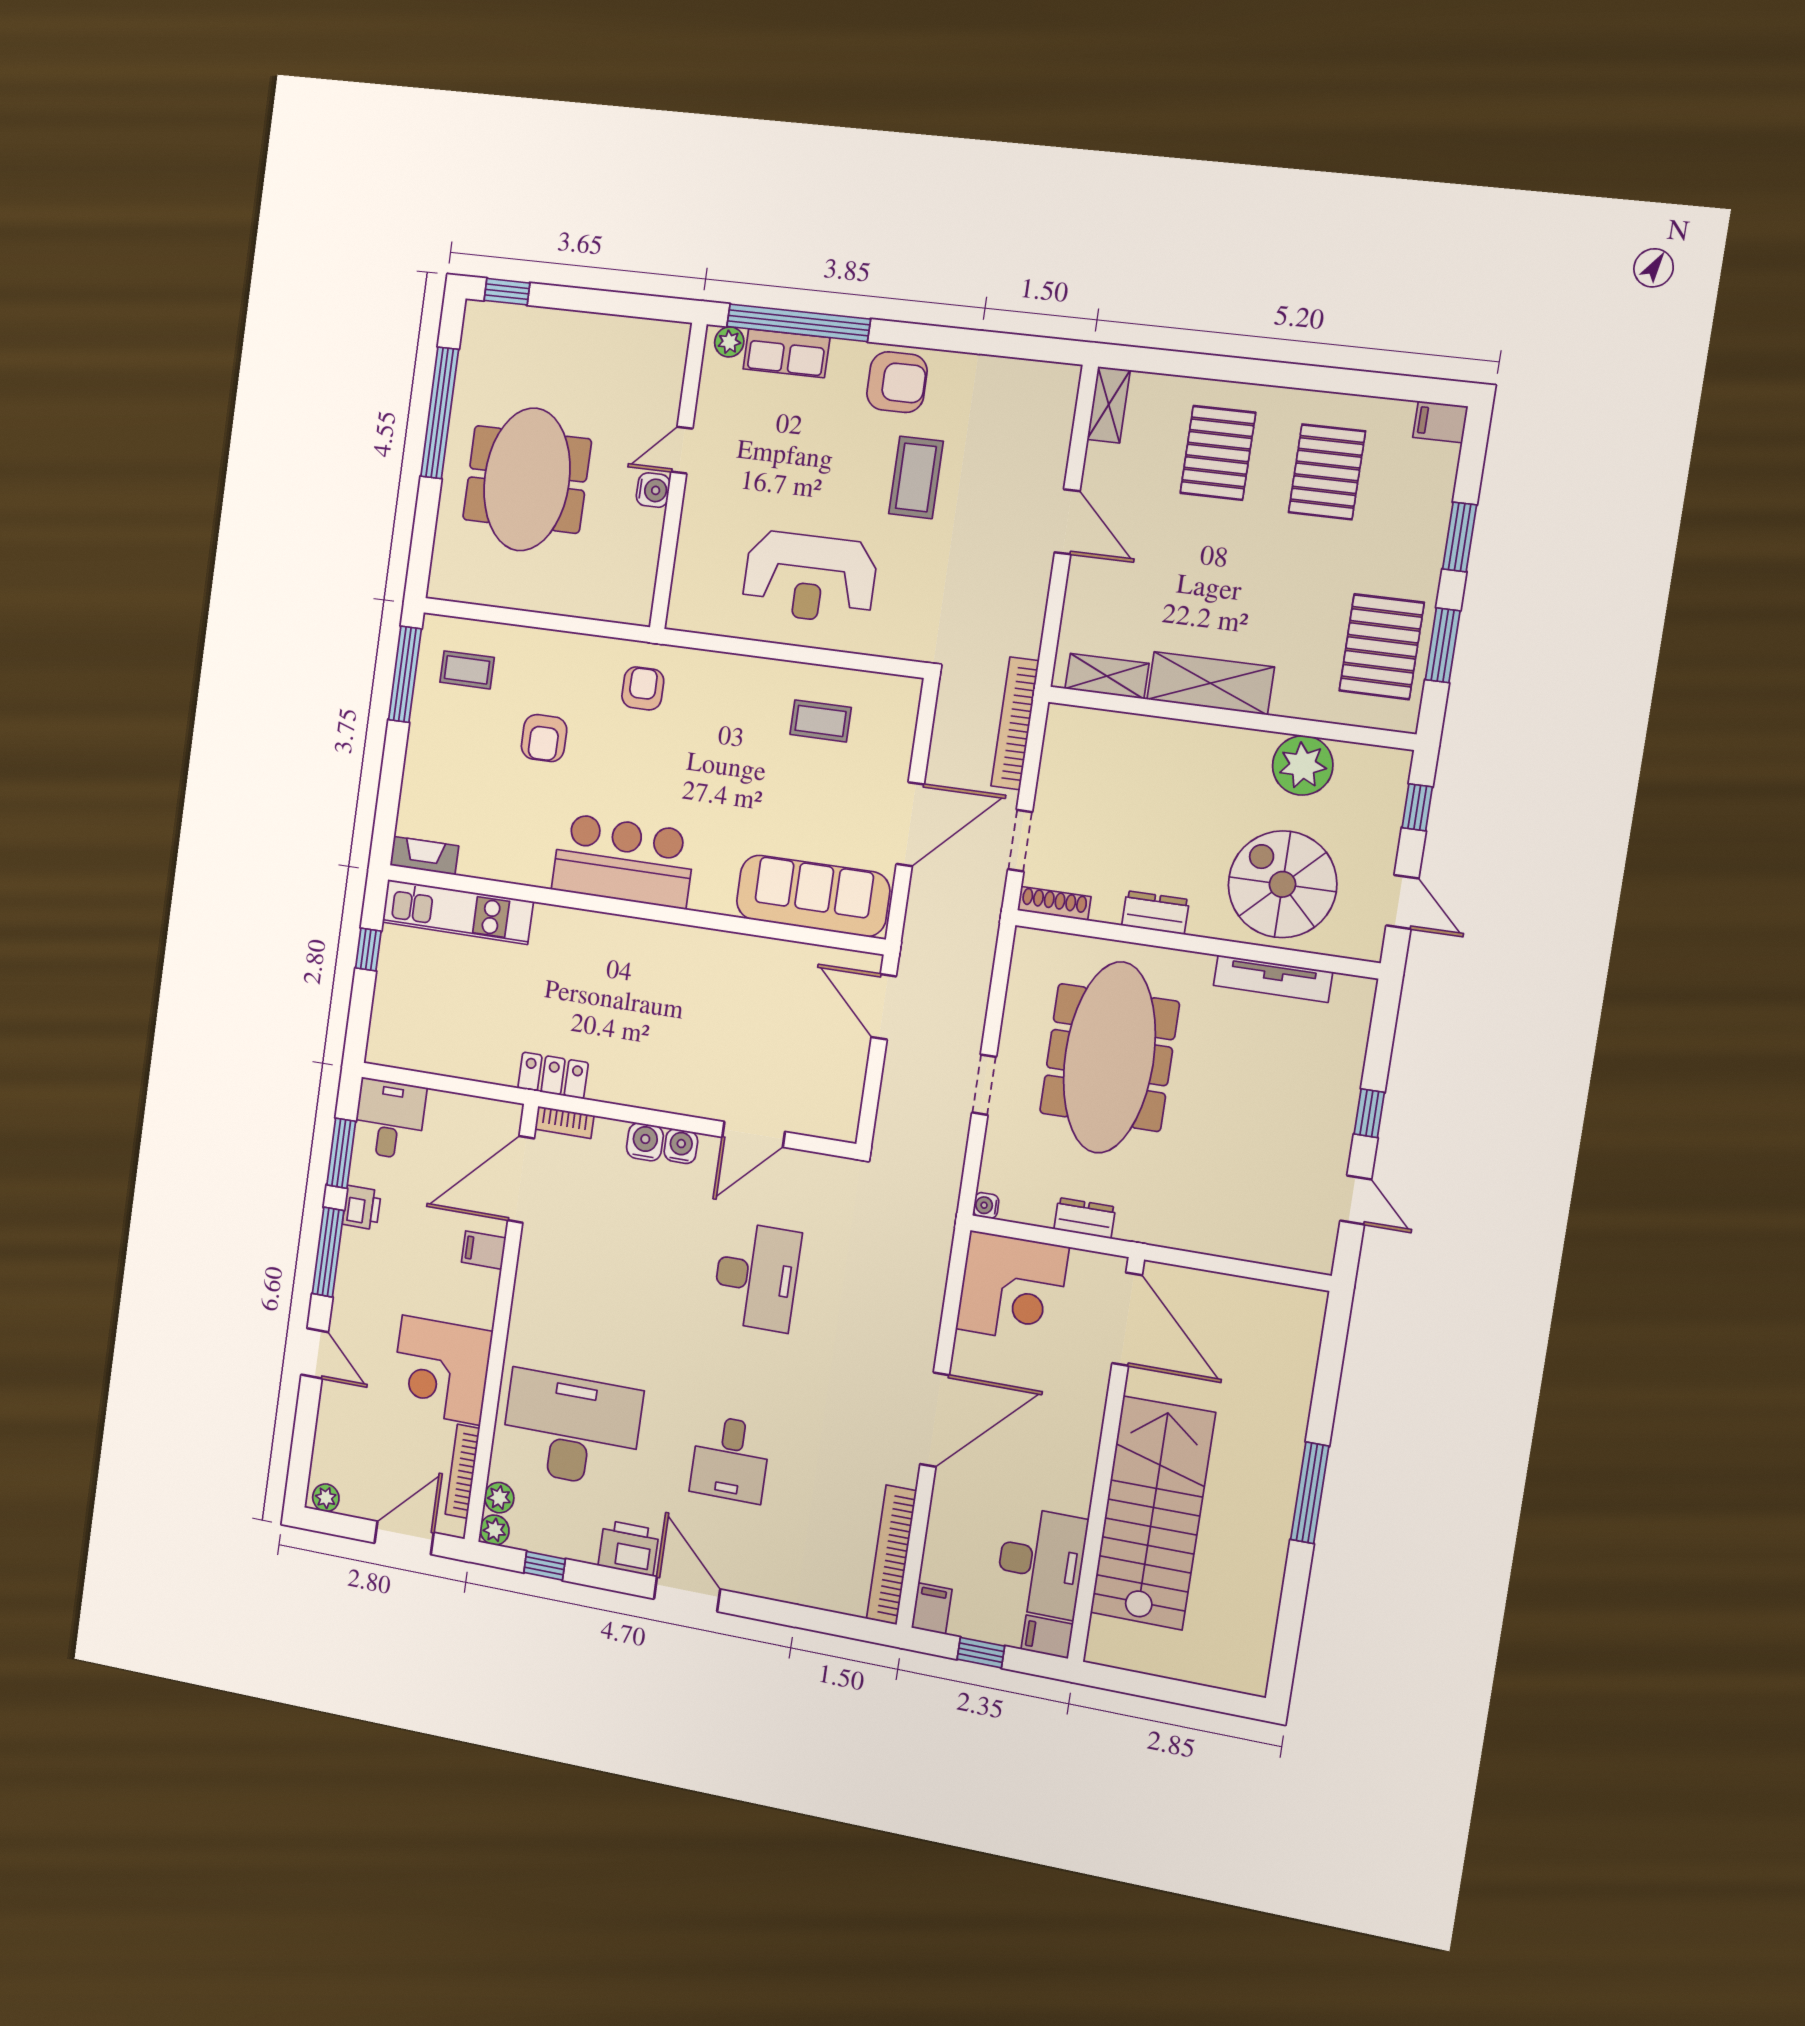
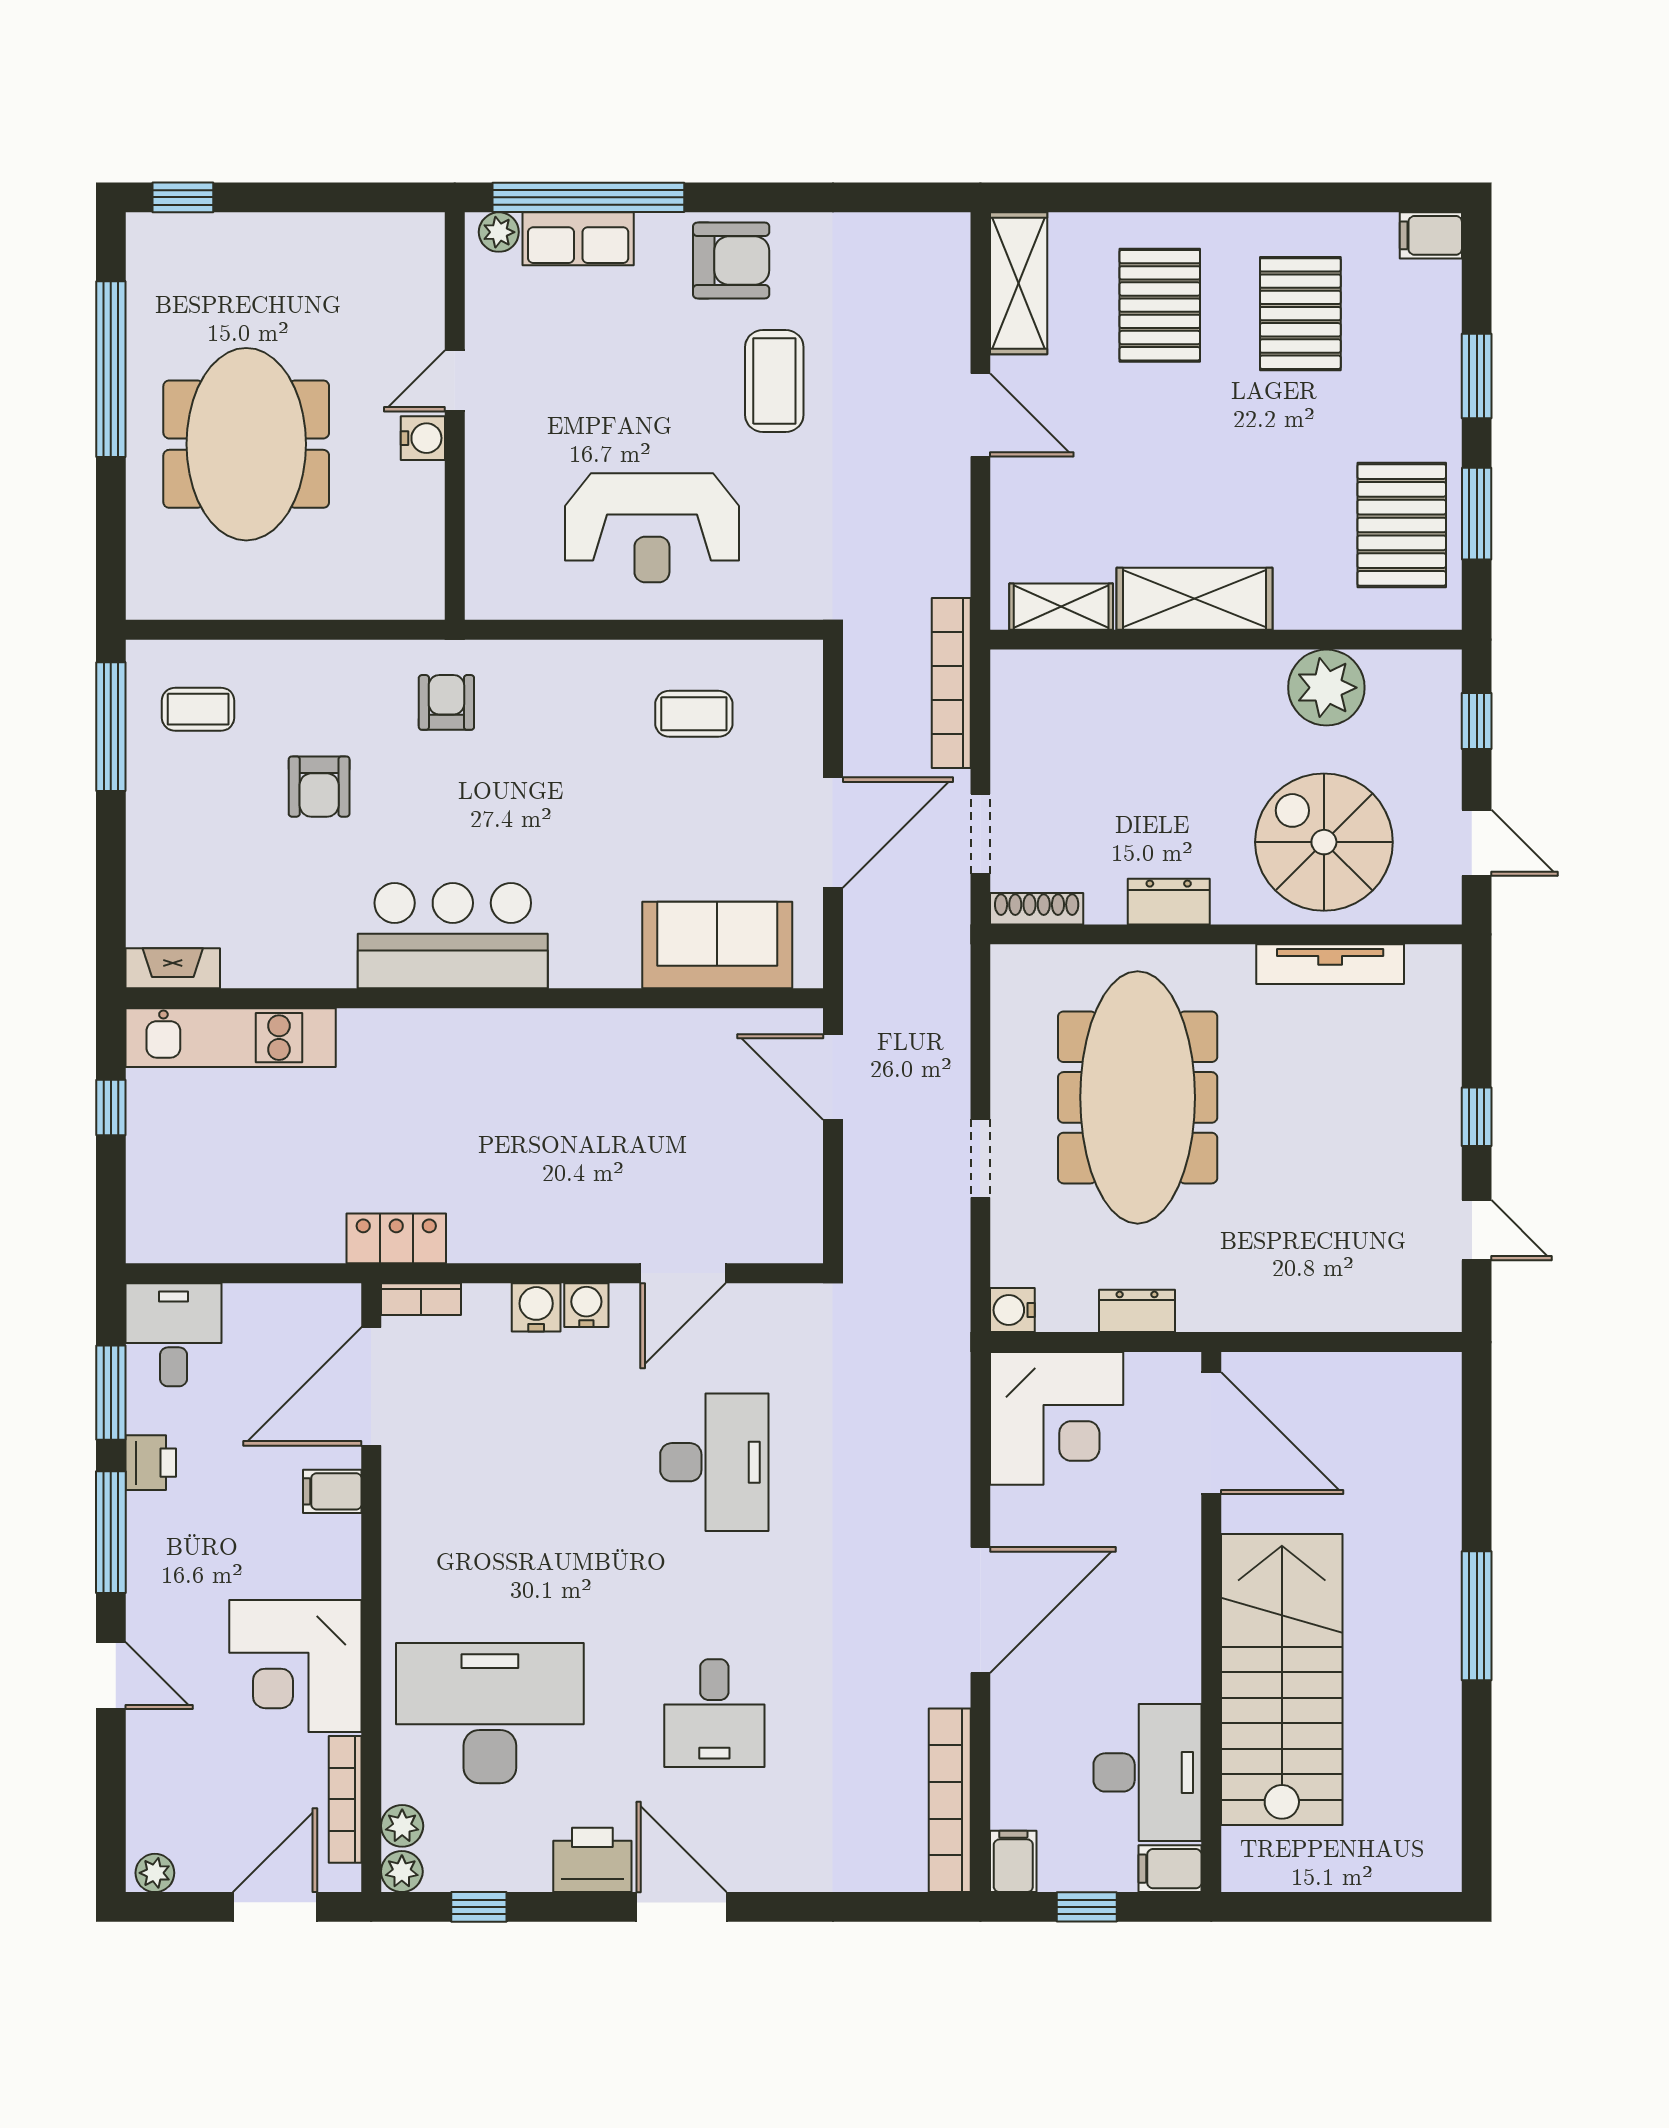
shelving: (1109, 405) -> (1019, 283), width x1.50, depth x1.33
sofa: (813, 896) -> (717, 945), width x0.73
water cooler: (986, 1206) -> (1012, 1310), width x1.38, depth x1.38

